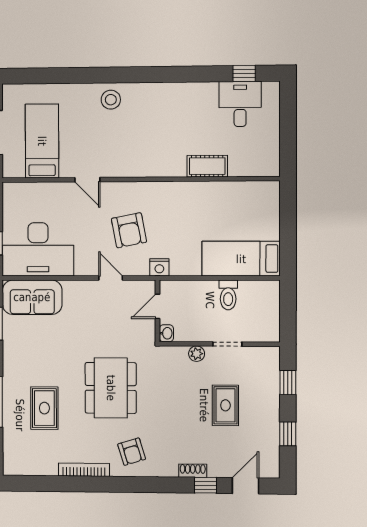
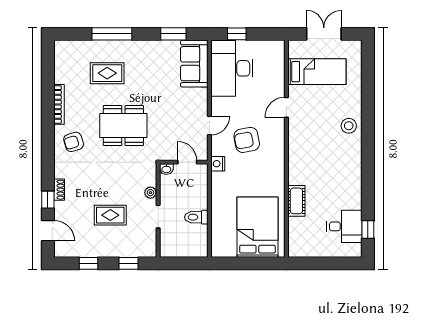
bed: (241, 259) -> (257, 227), moved, width x1.50

